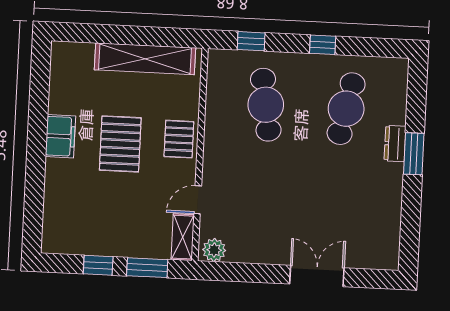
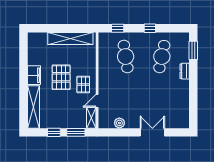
pallet: (179, 139) -> (83, 85), moved
window: (414, 154) -> (193, 50), moved
shelving: (56, 207) -> (33, 107), added
plant: (214, 250) -> (119, 123), moved

